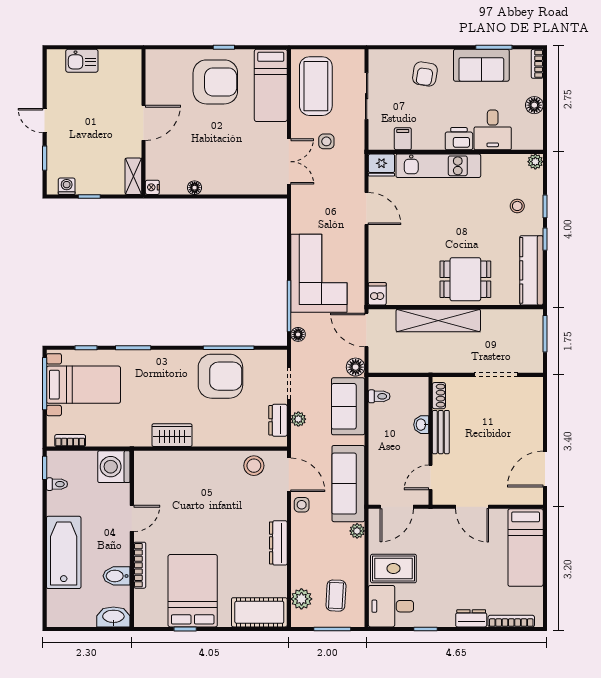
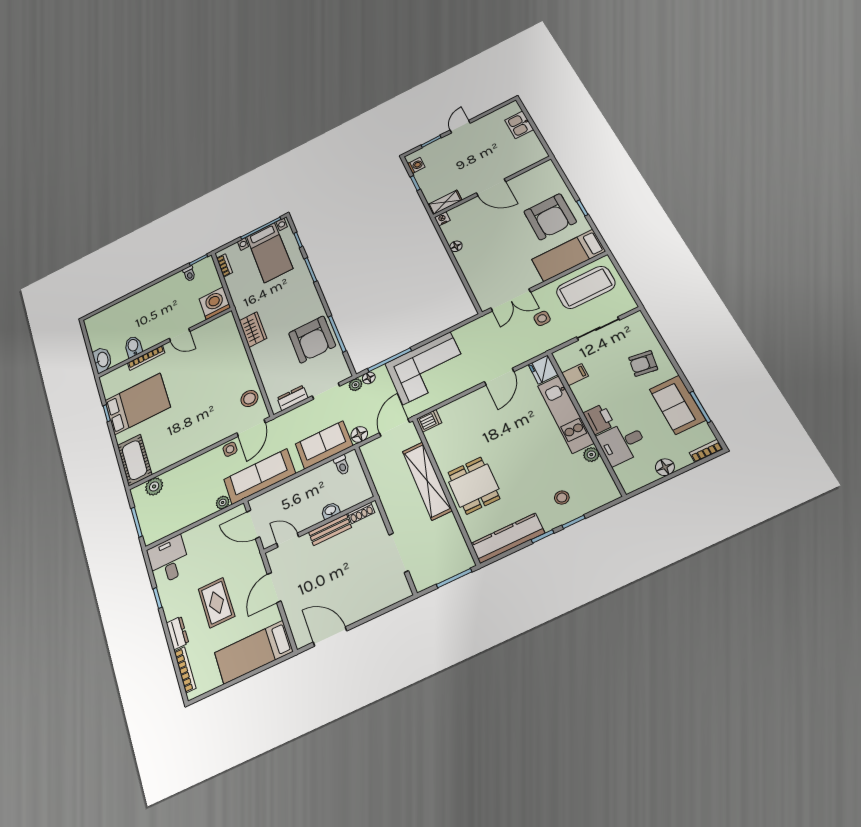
plant: (535, 162) -> (591, 455), moved
plant: (298, 419) -> (356, 385), moved
dresser: (278, 543) -> (194, 447), removed
bathtub: (64, 552) -> (140, 303), removed
rug: (393, 569) -> (216, 603), moved
coffee table: (336, 596) -> (165, 512), removed

